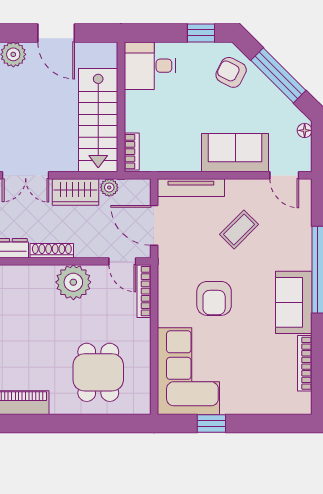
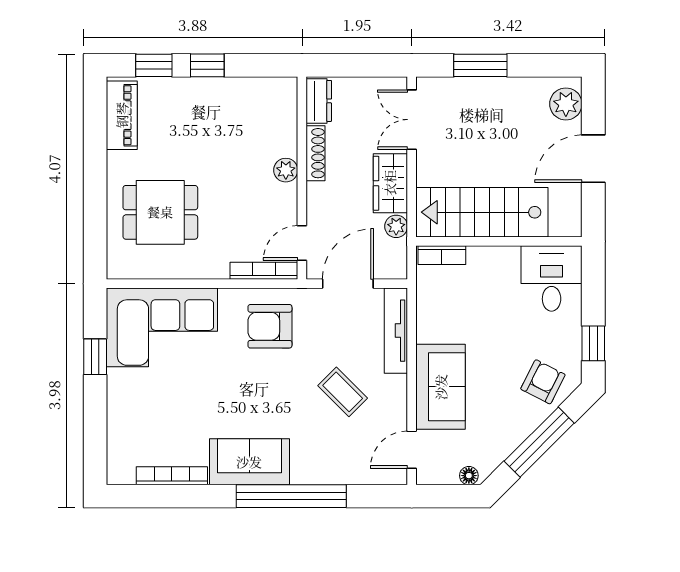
plant: (73, 282) -> (286, 170), width x0.53, depth x0.53
armchair: (214, 298) -> (270, 326), moved

